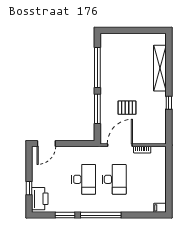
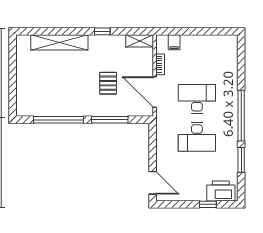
shelving: (161, 133) -> (140, 41), added
desk: (84, 179) -> (197, 137), turned 180
filing cabinet: (160, 208) -> (174, 42), moved

